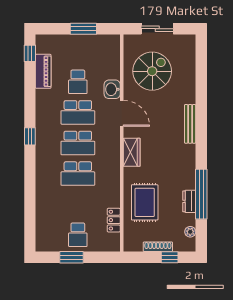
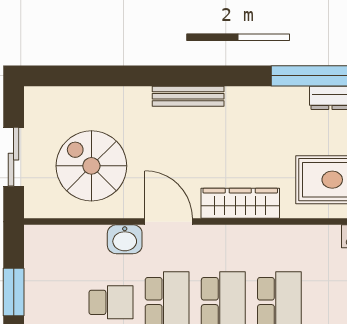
door: (122, 113) -> (169, 222), hinge flipped
wardrobe: (132, 152) -> (240, 203), width x1.50

